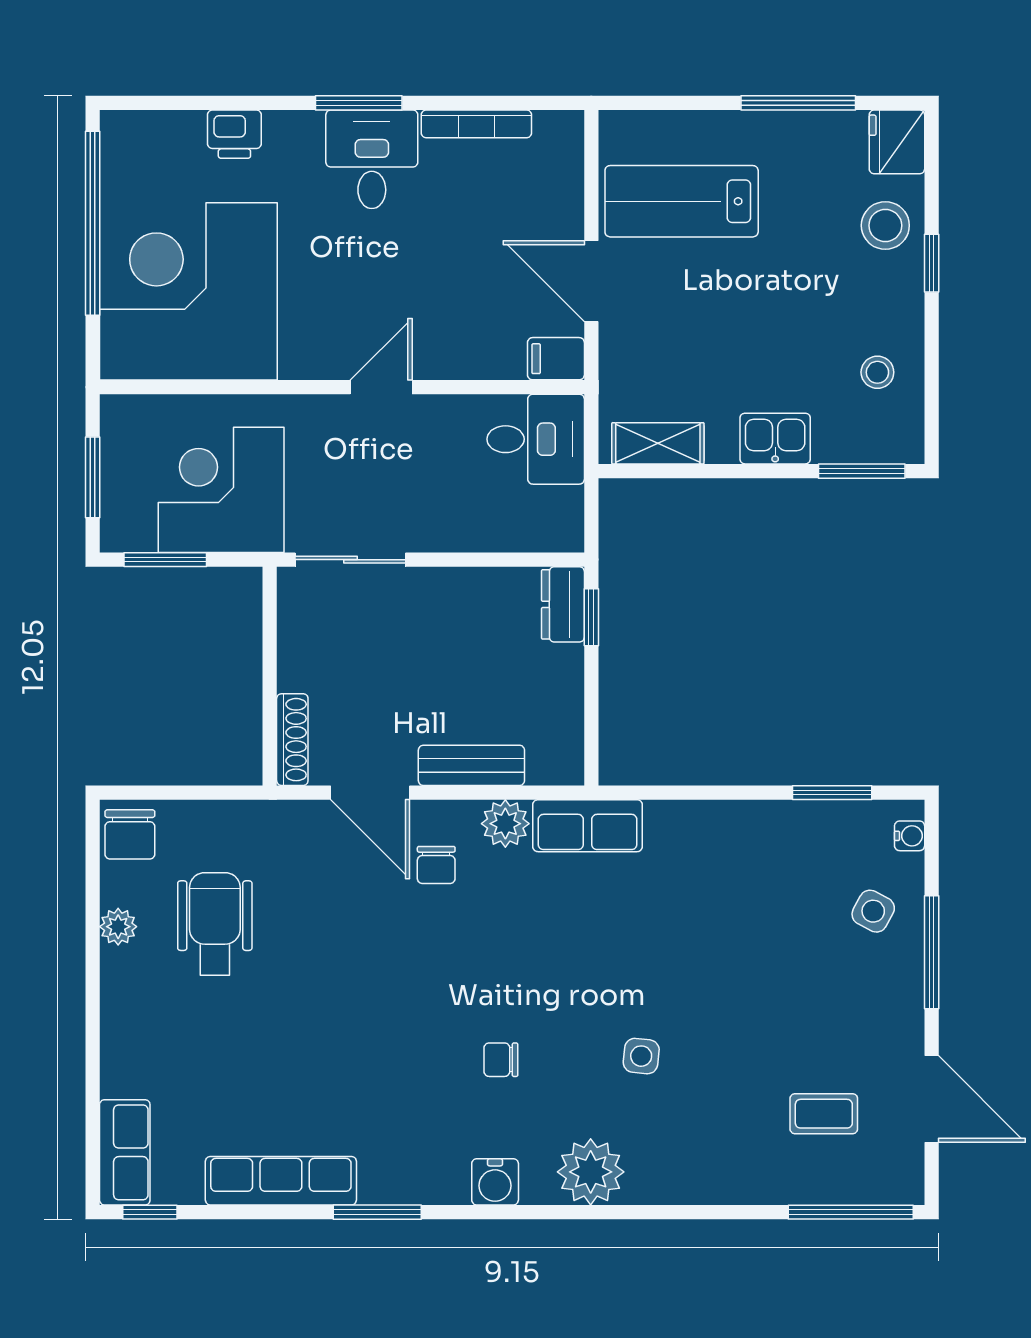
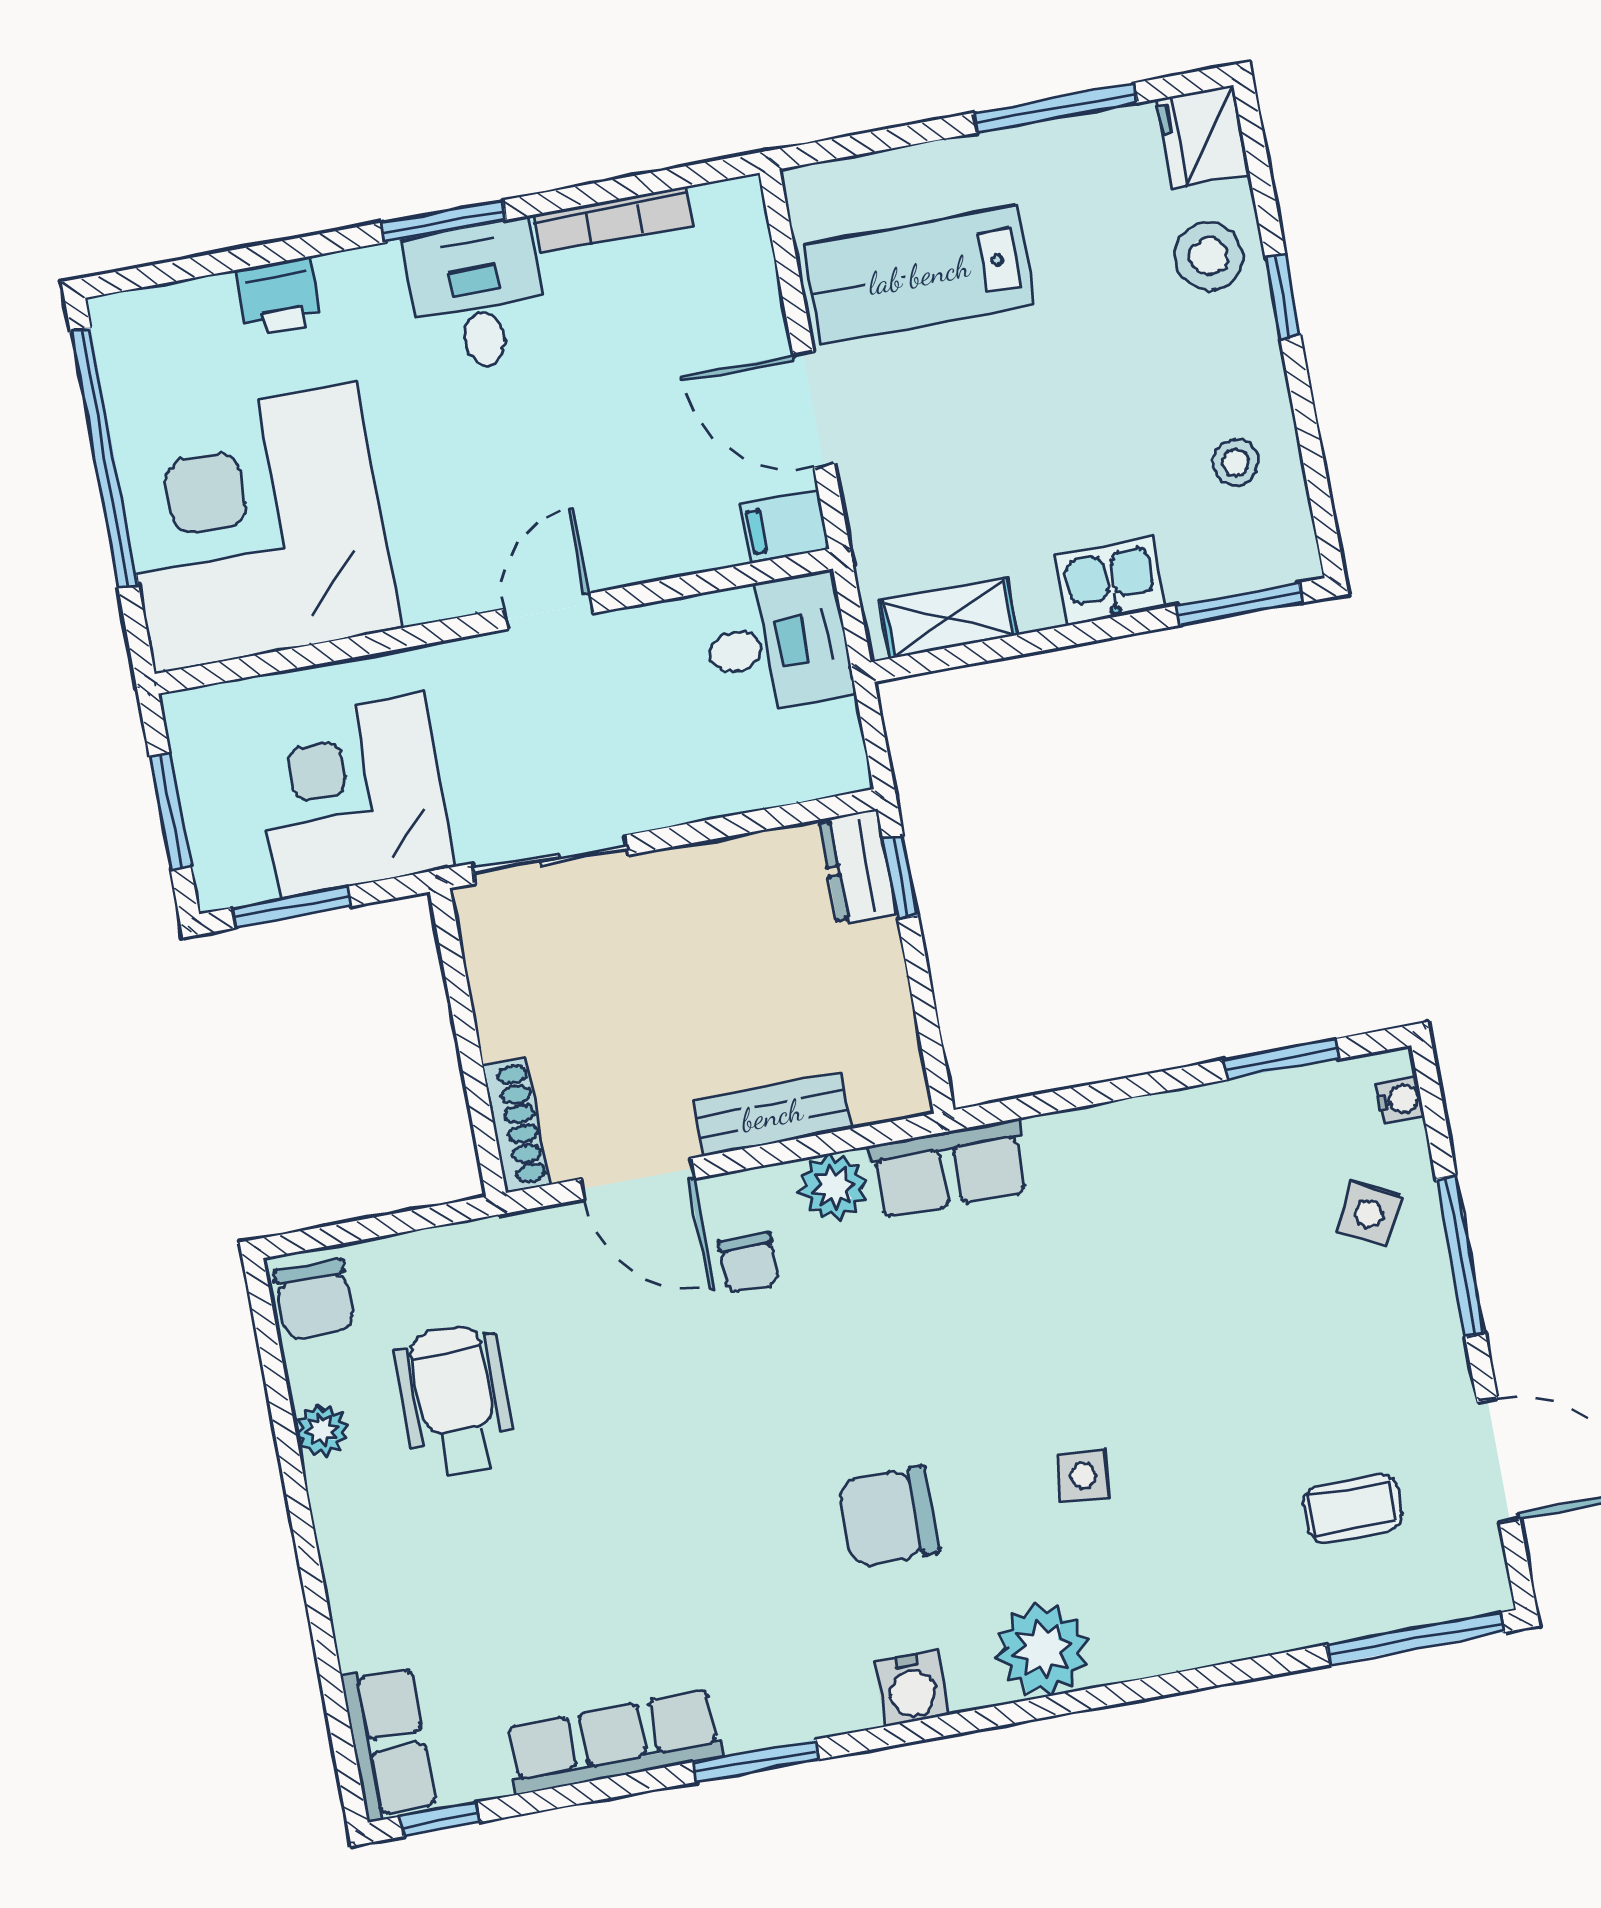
chair: (501, 1060) -> (889, 1517), width x1.87, depth x1.87

